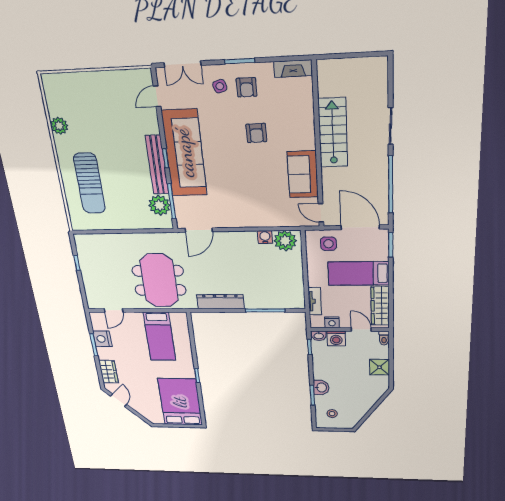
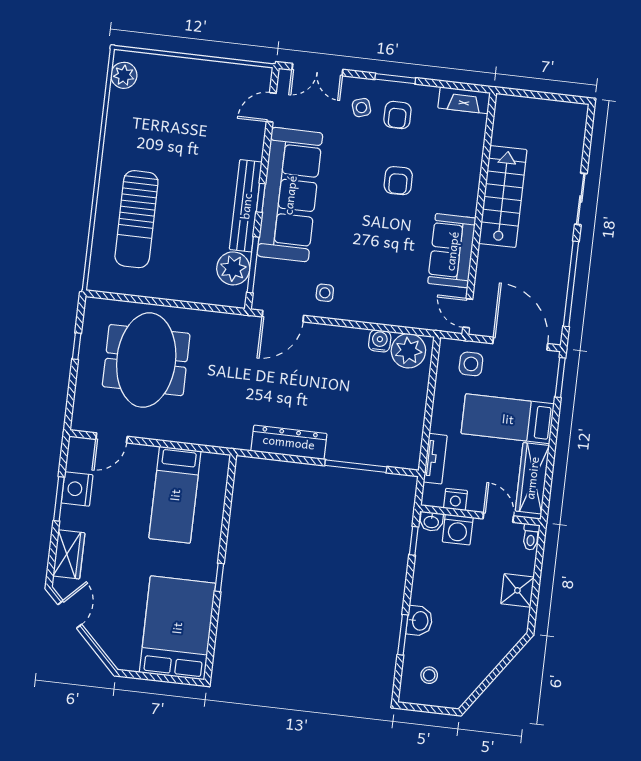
plant: (59, 126) -> (124, 75), moved
side table: (222, 212) -> (325, 293), added
meeting table: (159, 280) -> (146, 360), moved

